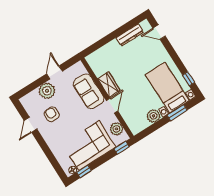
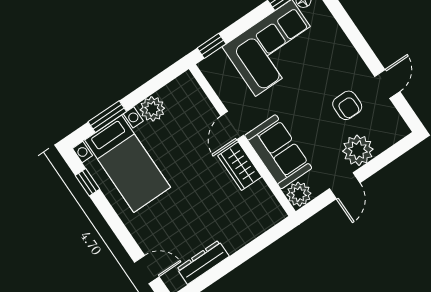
plant: (116, 129) -> (299, 194), moved

